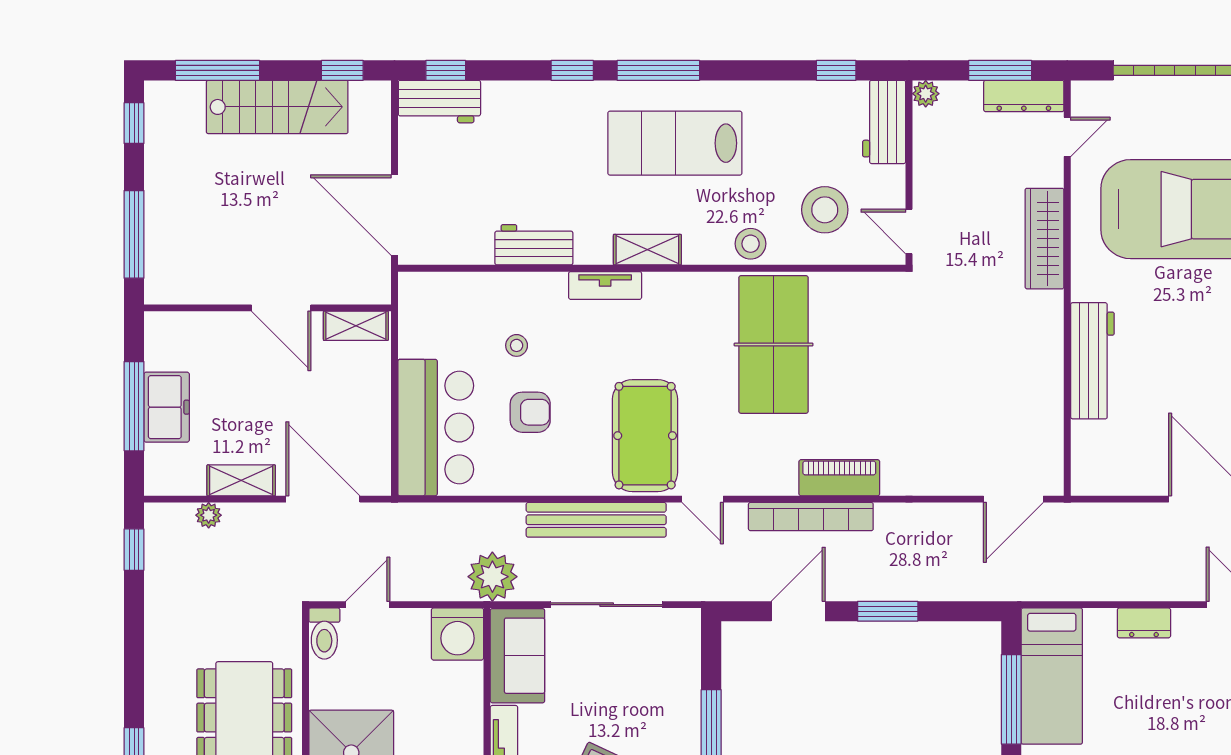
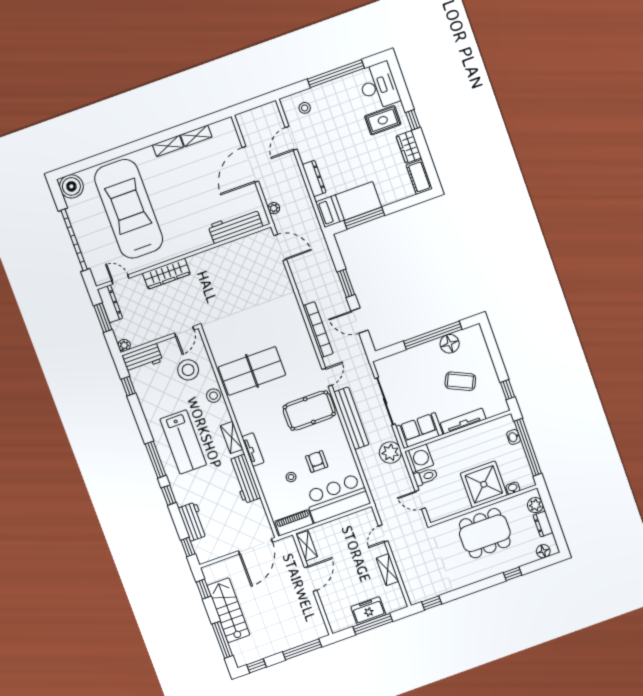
workbench: (439, 102) -> (193, 522), moved
workbench: (534, 245) -> (245, 479), width x1.38
workbench: (1092, 361) -> (235, 226), moved
piano: (839, 478) -> (294, 523), moved, turned 90
door: (323, 499) -> (383, 534), width x0.53
plant: (209, 515) -> (274, 208), moved
dresser: (1144, 623) -> (314, 178), width x1.44
toilet: (324, 634) -> (426, 477), moved

